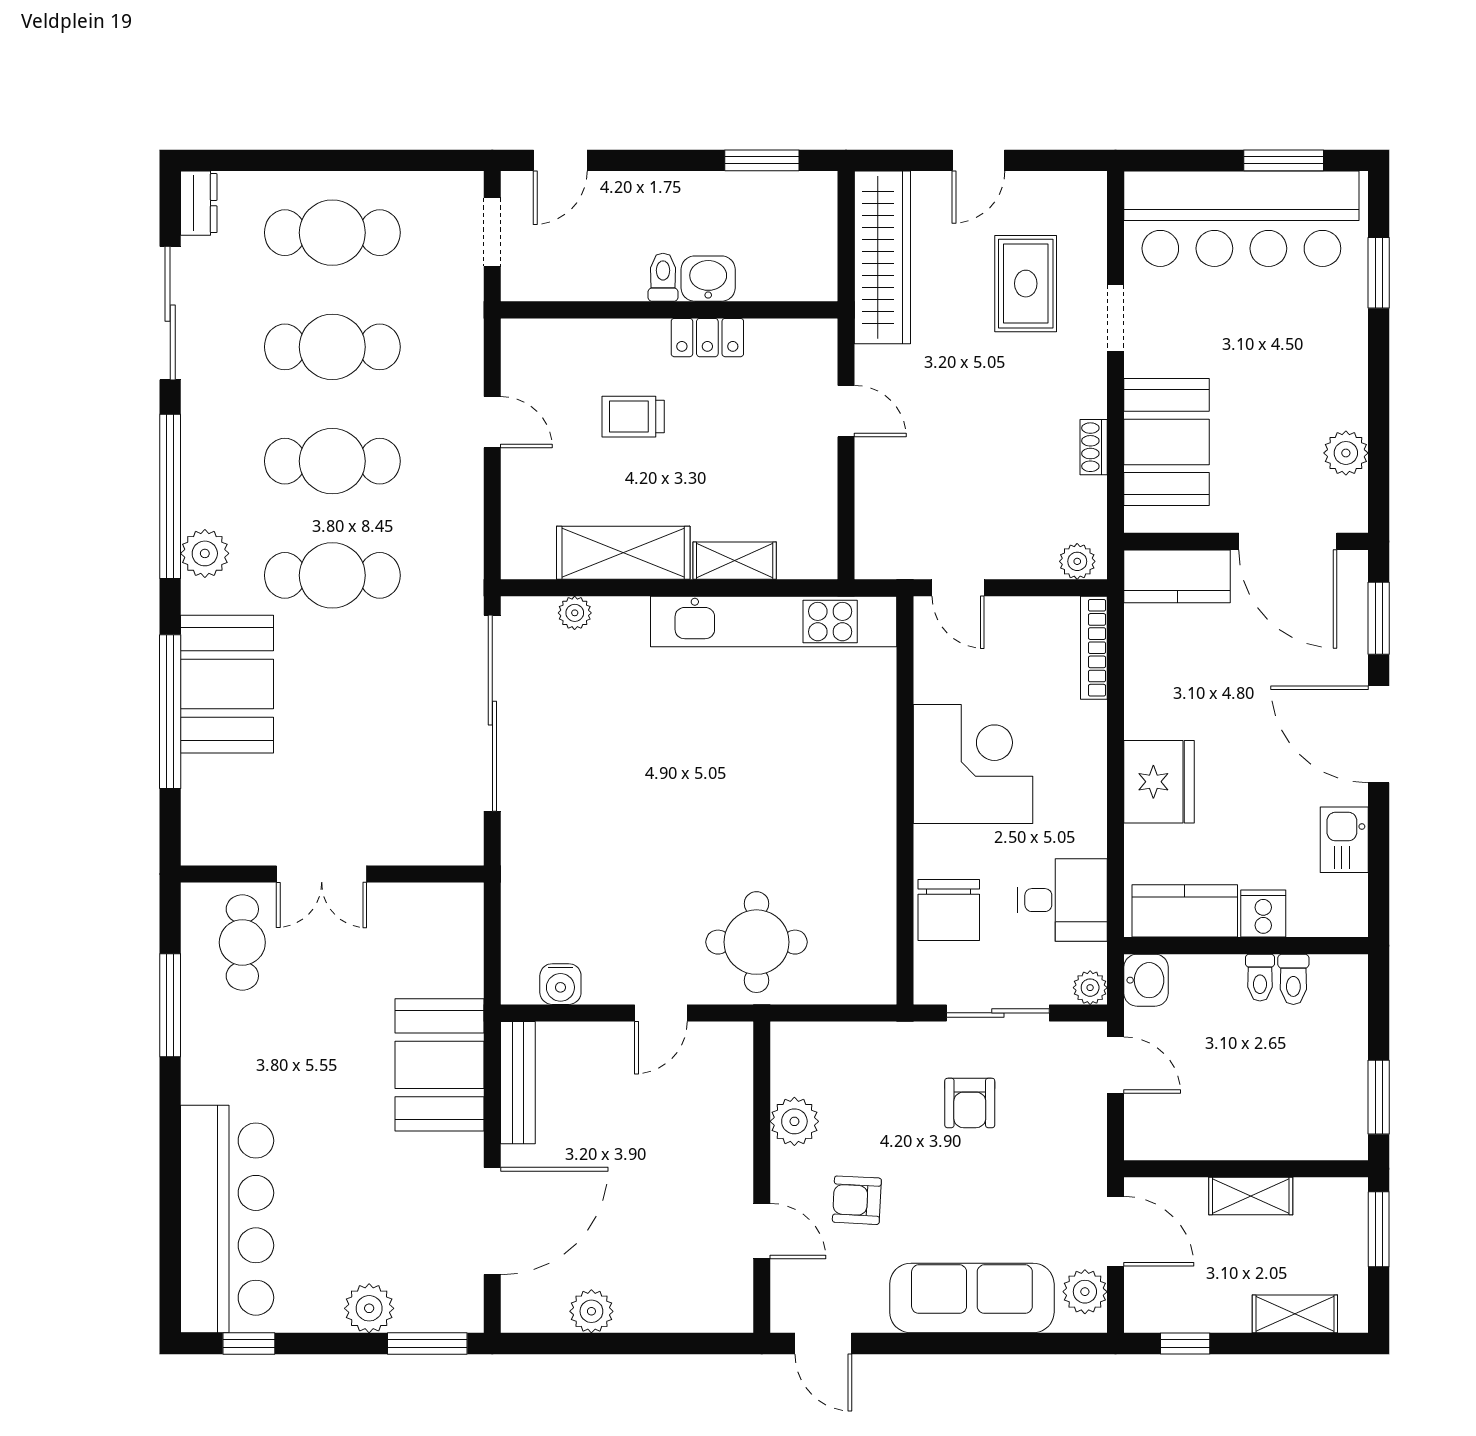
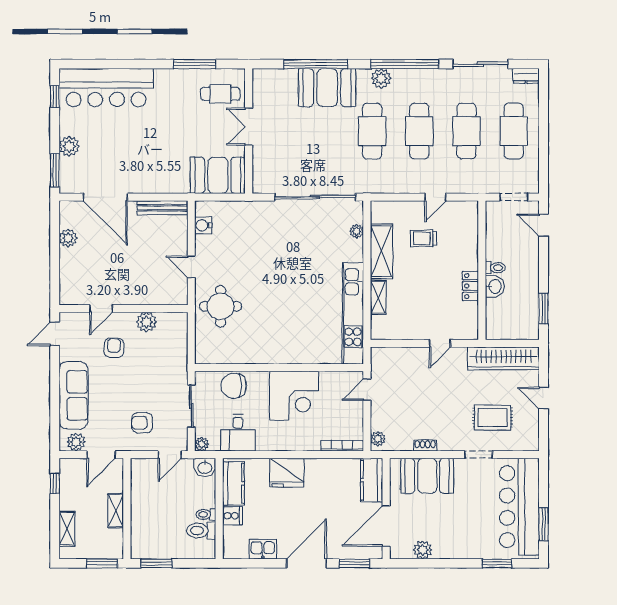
trolley: (633, 417) -> (423, 238), moved, turned -90
toilet: (1293, 979) -> (201, 531), width x1.37, depth x1.39
booth: (439, 1065) -> (218, 175), moved
armchair: (970, 1103) -> (142, 423), moved

